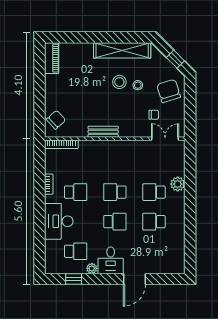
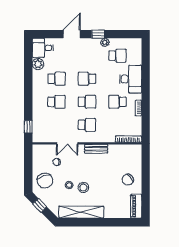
chair: (56, 120) -> (128, 180), moved
double door: (165, 139) -> (67, 143), moved
window: (190, 160) -> (28, 127), added
school desk: (115, 162) -> (87, 125), added
plant: (178, 184) -> (38, 64), moved
school desk: (76, 251) -> (117, 56), turned 180
desk: (111, 260) -> (43, 48), moved, turned -90
window: (74, 279) -> (98, 34), moved

